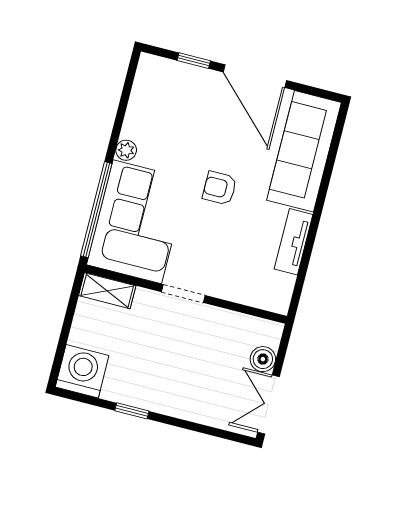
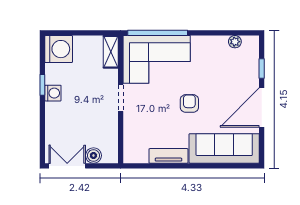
plant: (126, 150) -> (235, 42), moved
washing machine: (149, 398) -> (53, 93), added

